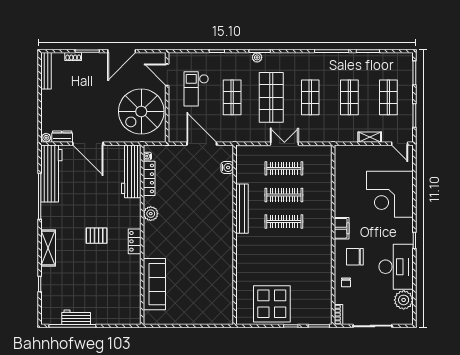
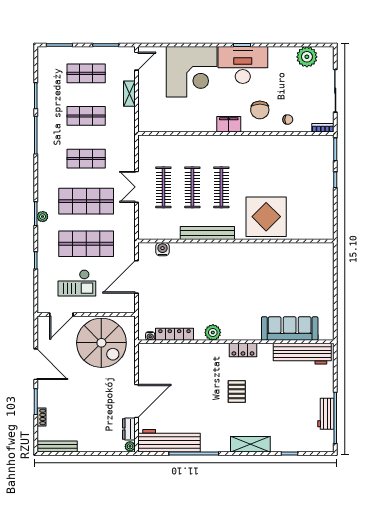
shop shelf: (232, 97) -> (86, 244), width x1.43, depth x1.36
workbench: (131, 171) -> (302, 354), moved
desk: (396, 267) -> (243, 65), moved
display table: (272, 304) -> (266, 217), moved

